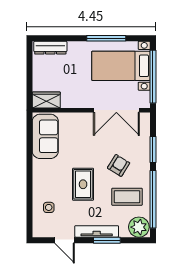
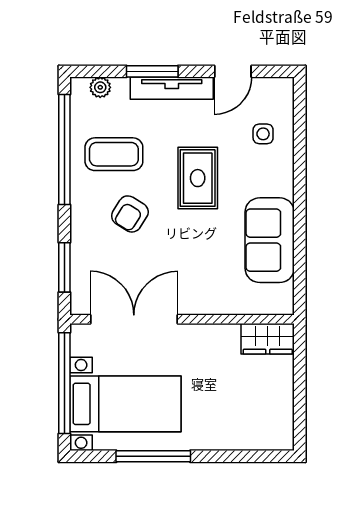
dresser: (50, 48) -> (260, 438), removed
sofa: (45, 136) -> (270, 240), moved
window: (153, 149) -> (64, 267), moved
plant: (139, 227) -> (100, 87), width x0.53, depth x0.53
door: (65, 240) -> (233, 71), swing flipped

